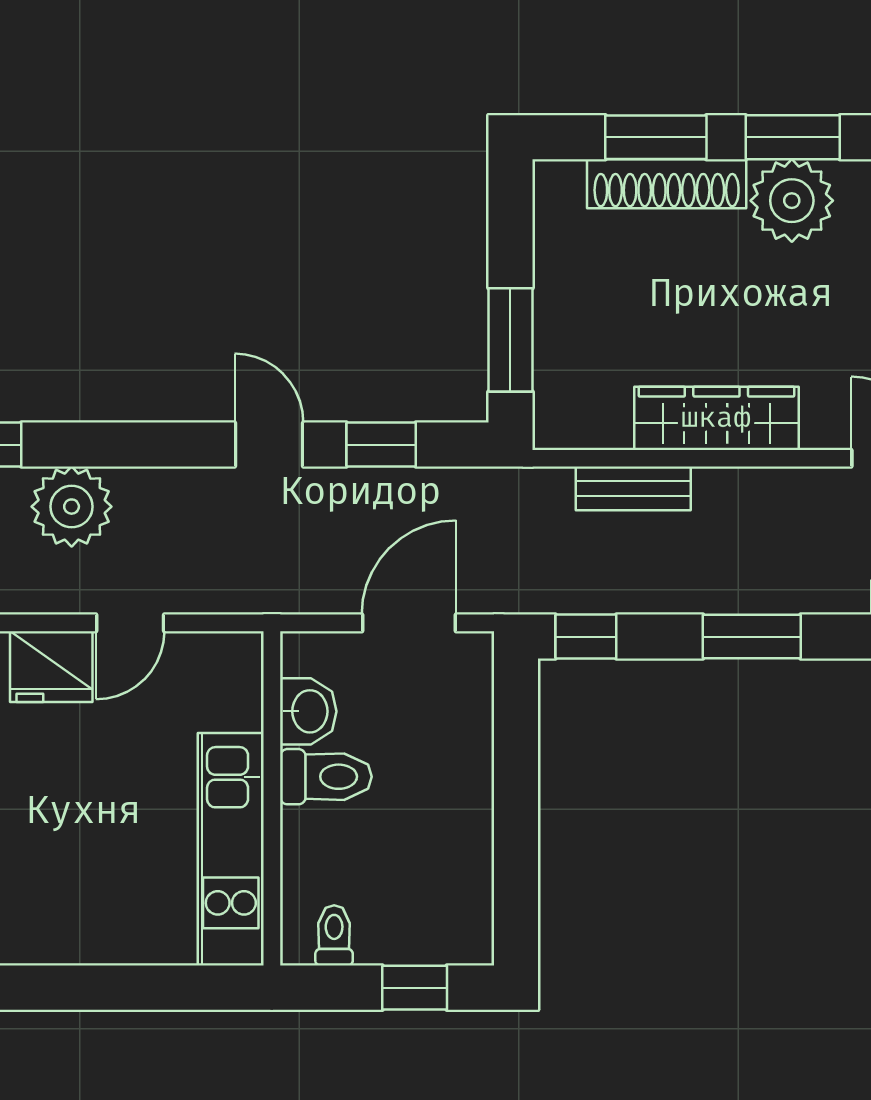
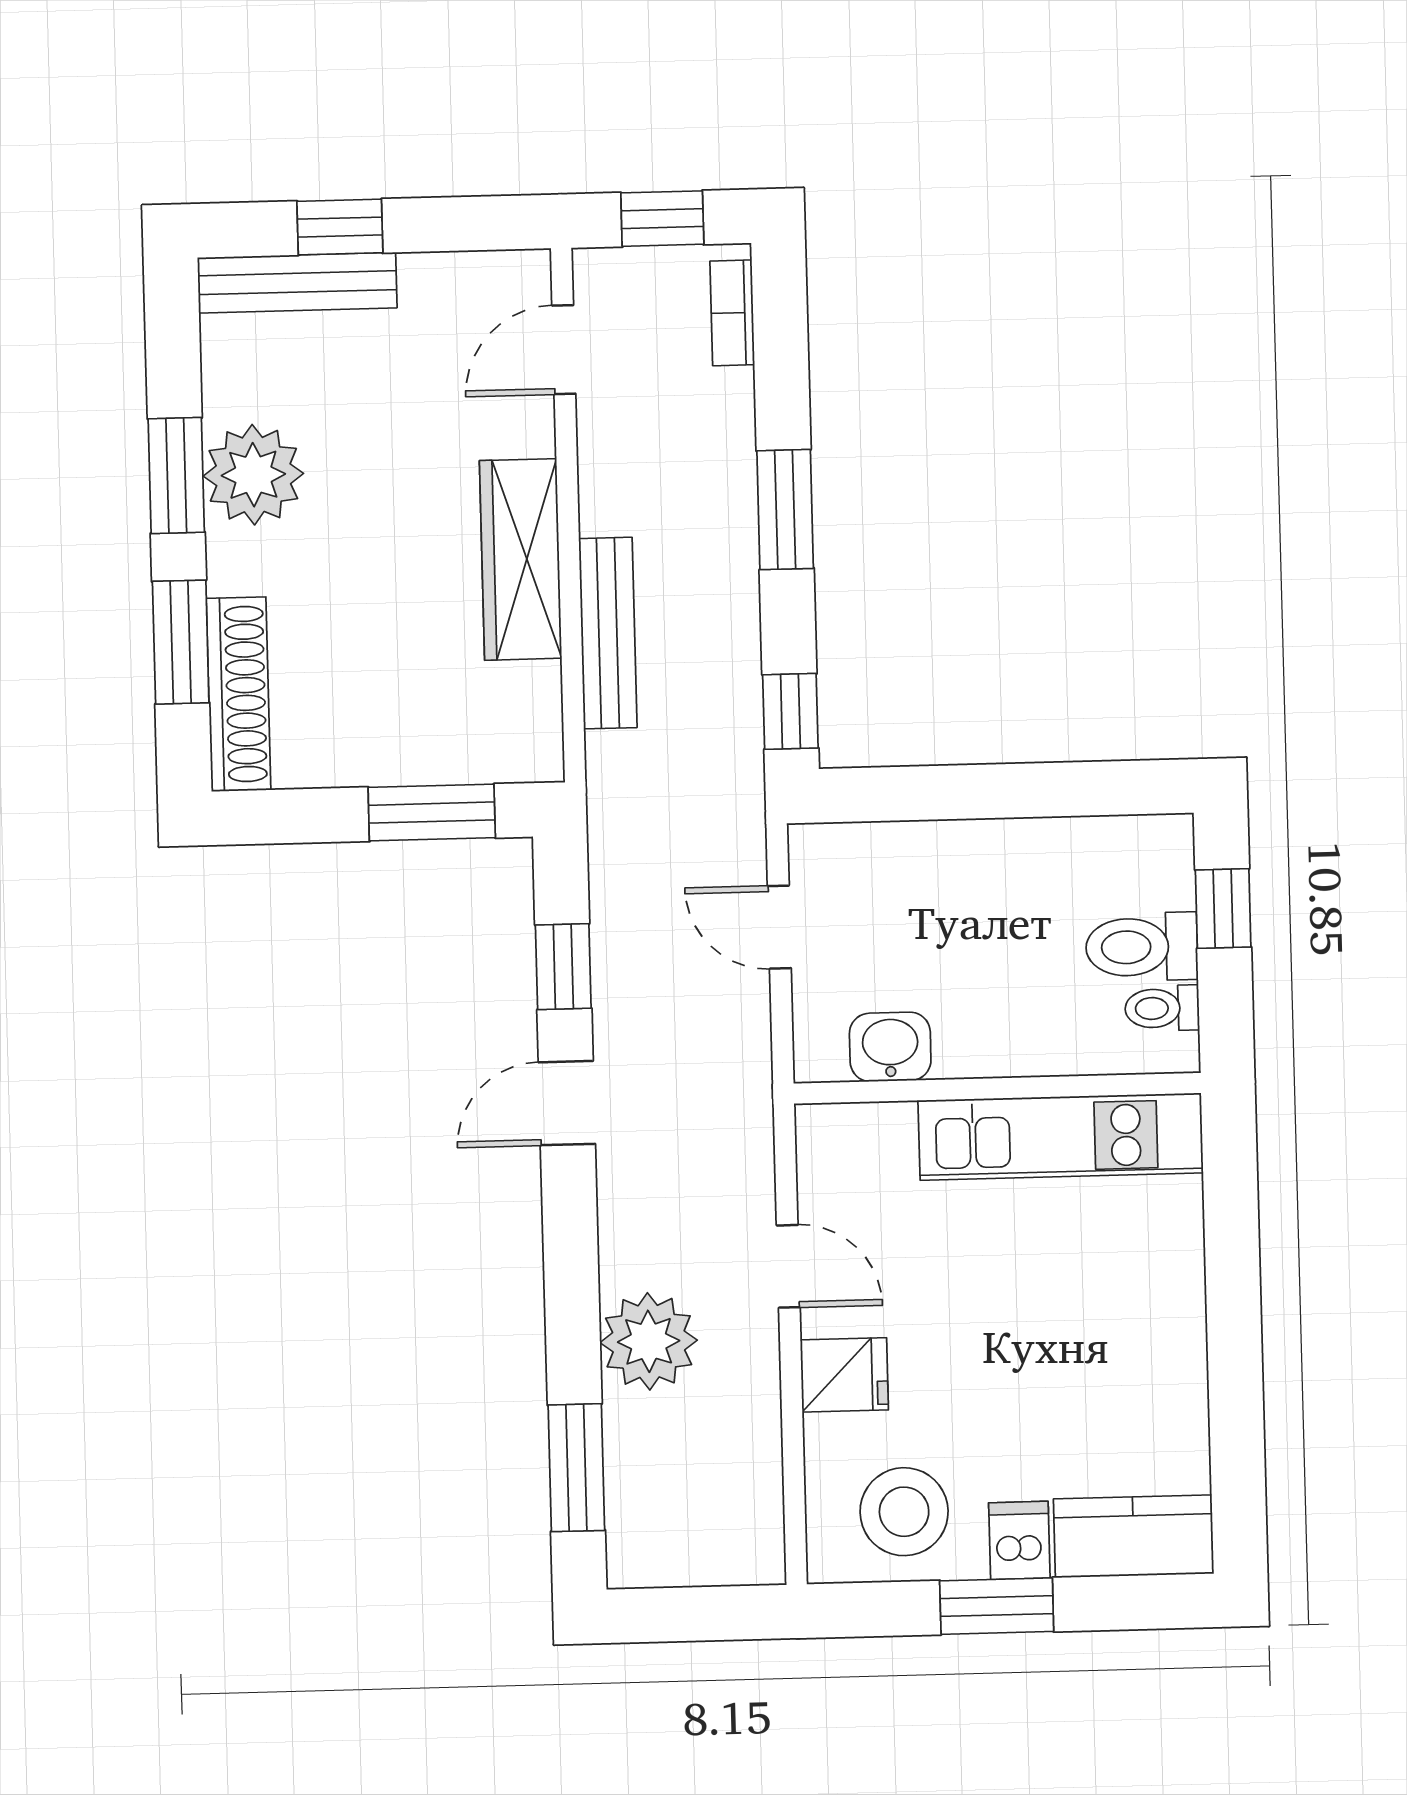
shoe rack: (667, 184) -> (239, 694), moved
bench: (633, 488) -> (608, 633), width x1.36
door: (409, 623) -> (779, 927), width x0.73
fridge: (51, 667) -> (844, 1375), width x0.72
toilet: (326, 777) -> (1142, 947), moved, turned -90

